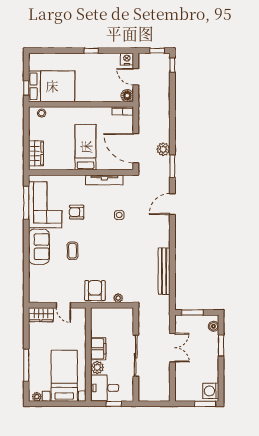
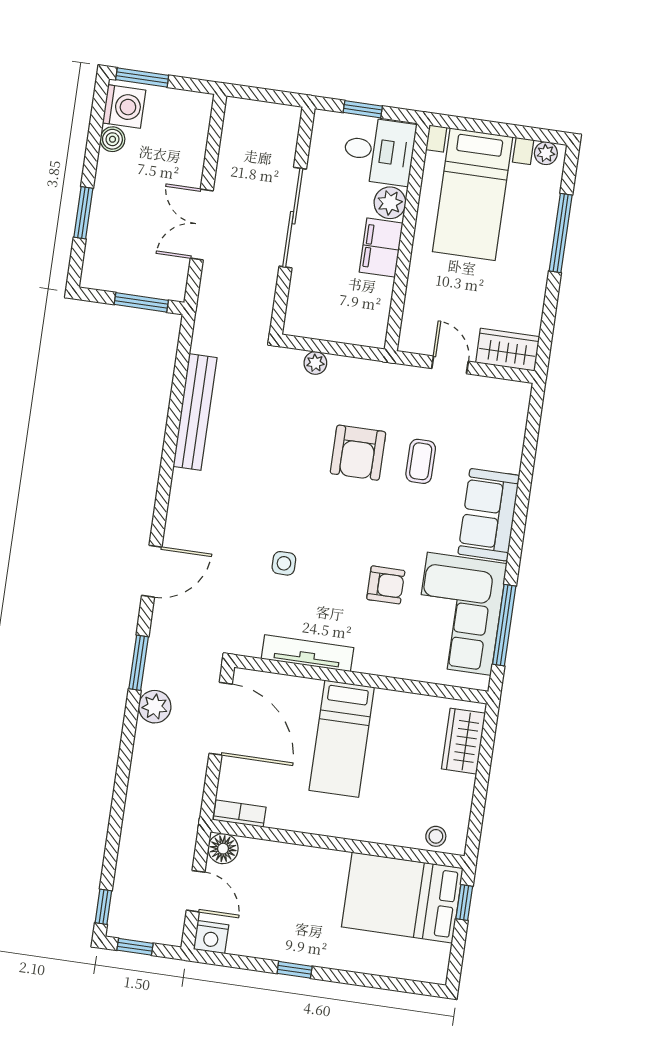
coffee table: (72, 251) -> (421, 461), moved
armchair: (95, 291) -> (358, 453), moved
boiler: (214, 326) -> (112, 139), moved

